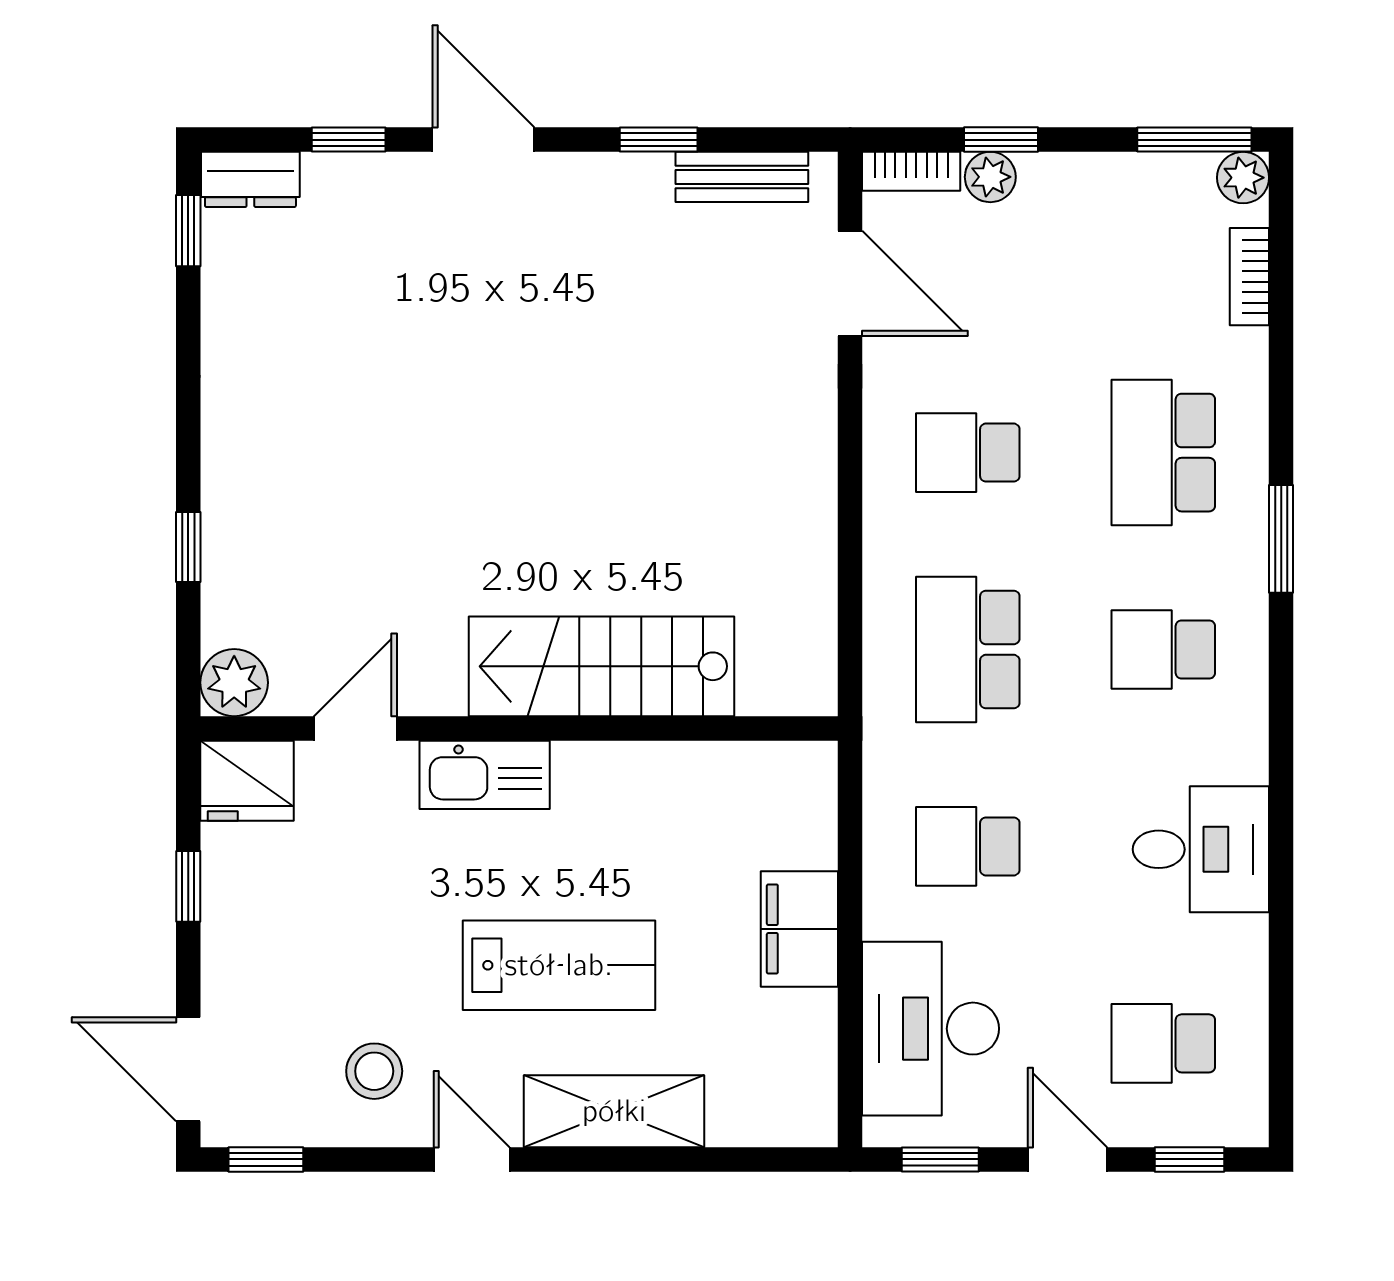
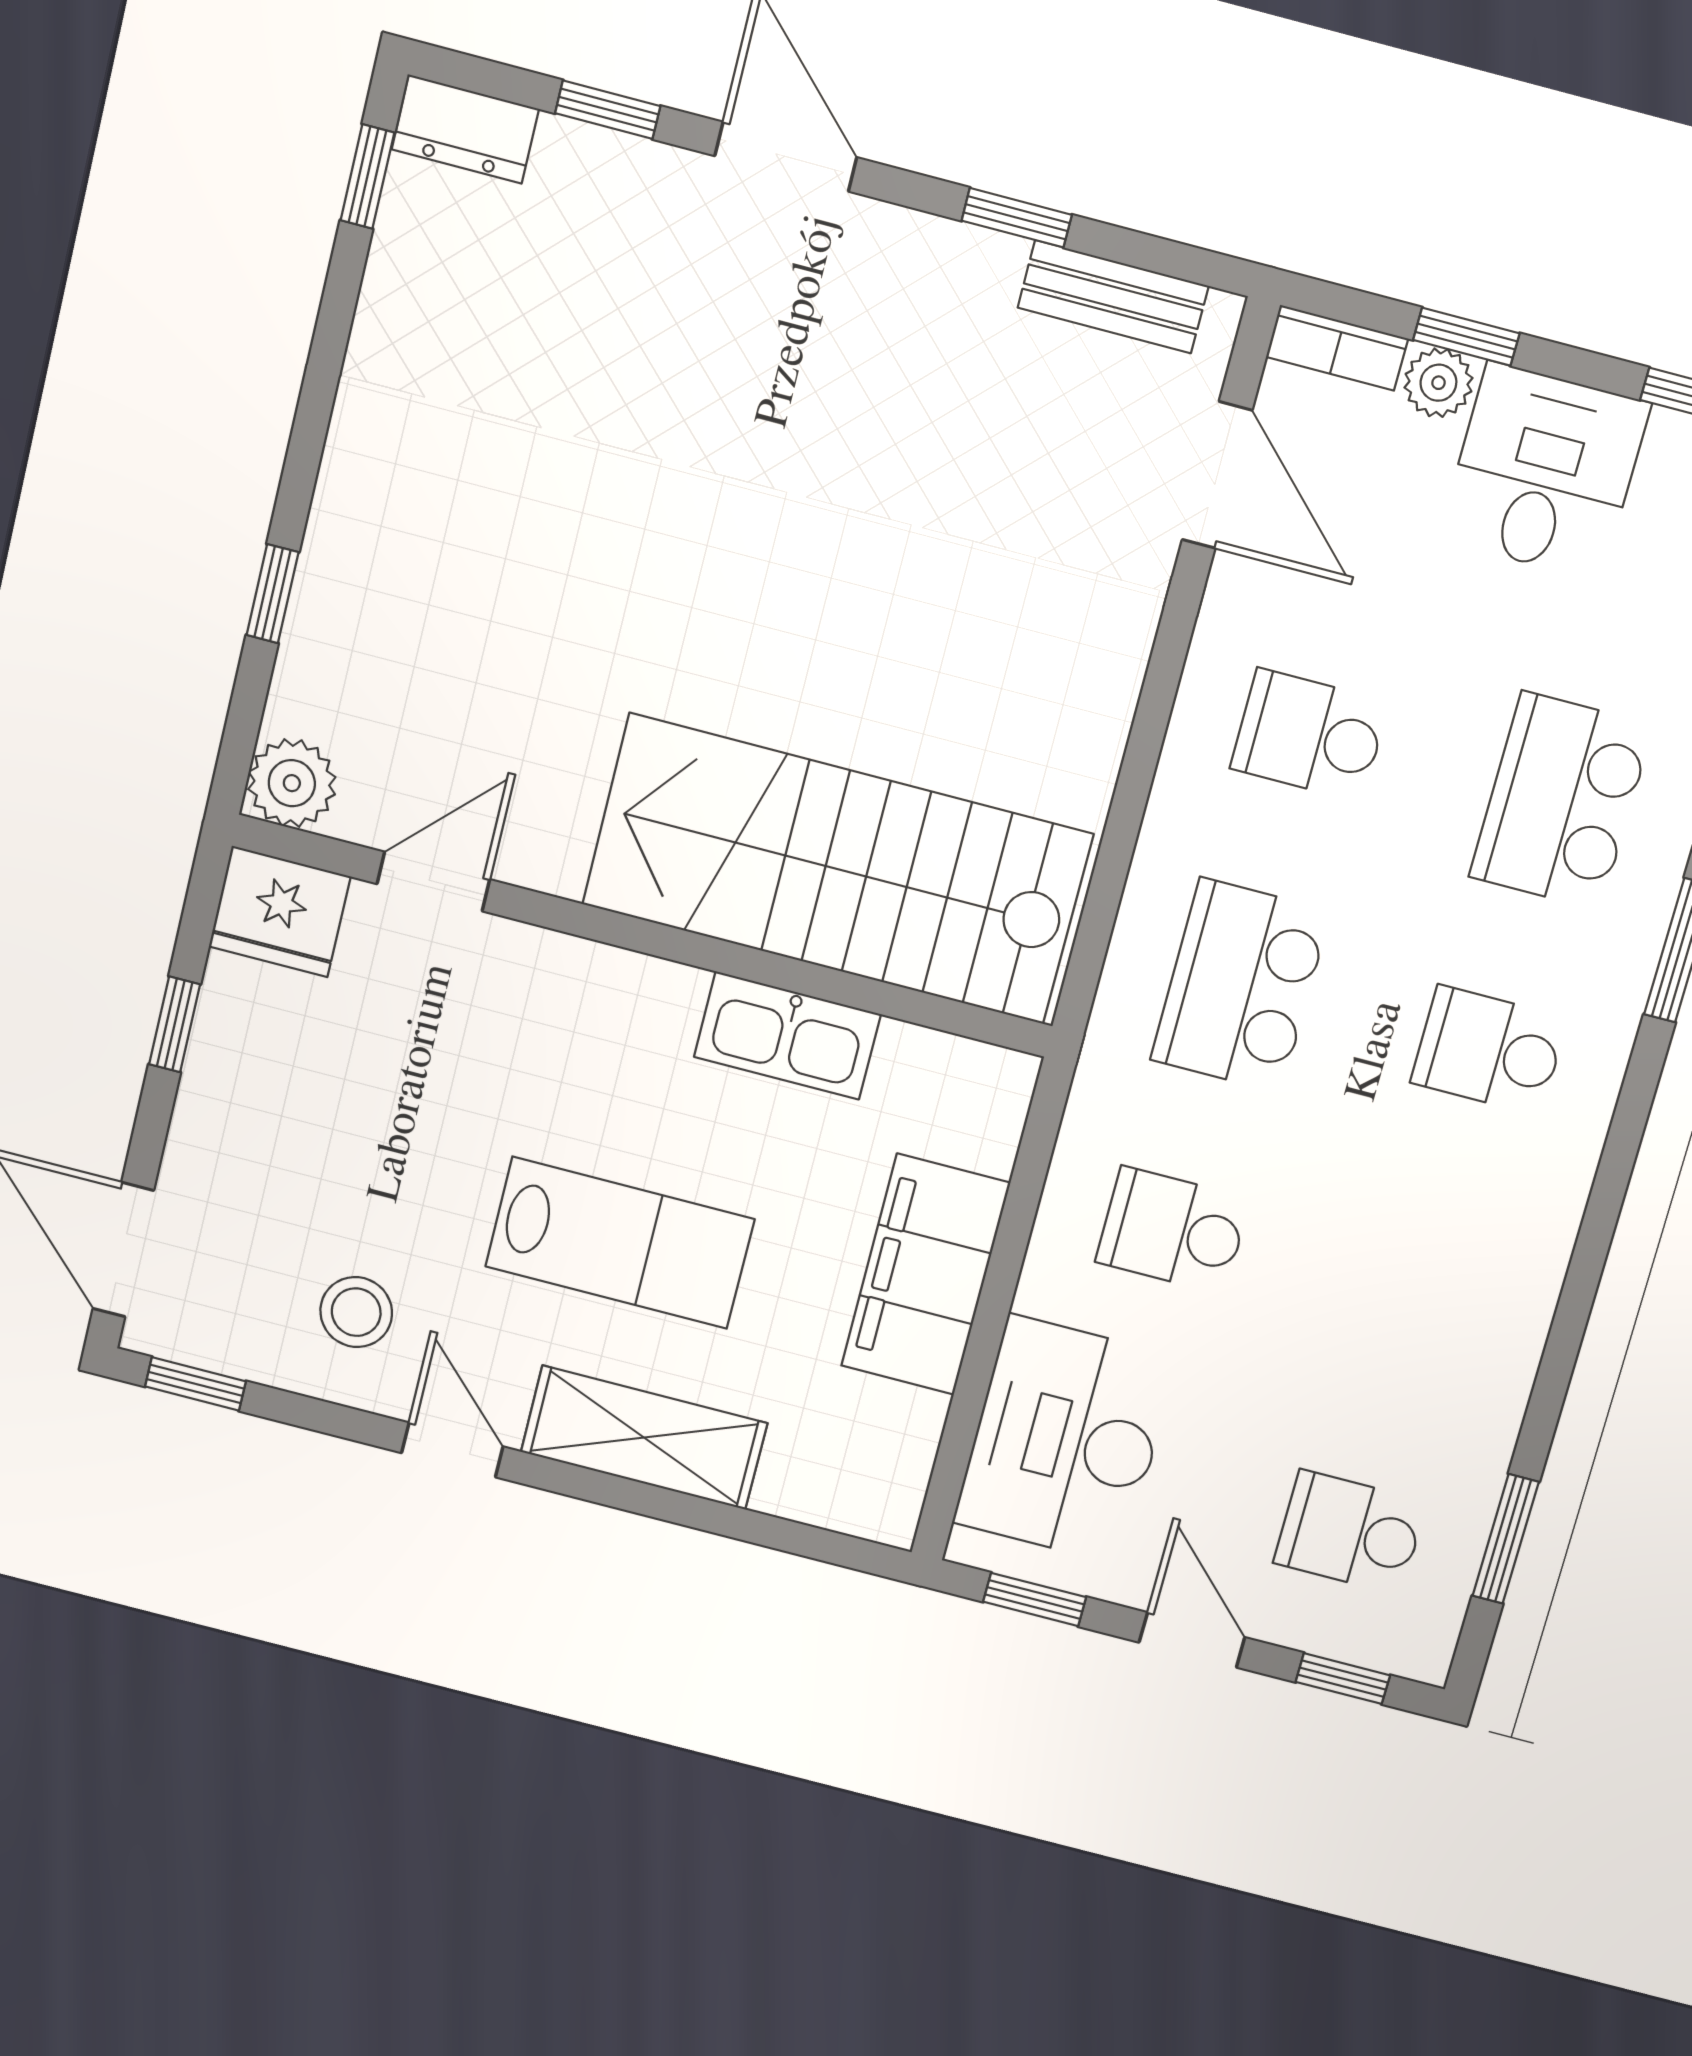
stairs: (601, 666) -> (837, 869), width x1.36, depth x1.51
kitchen sink: (485, 775) -> (787, 1036), moved
desk: (1201, 849) -> (1544, 471), moved, turned -90
filing cabinet: (799, 929) -> (926, 1274), width x1.50, depth x1.17
window: (1281, 1017) -> (1506, 1539), added

